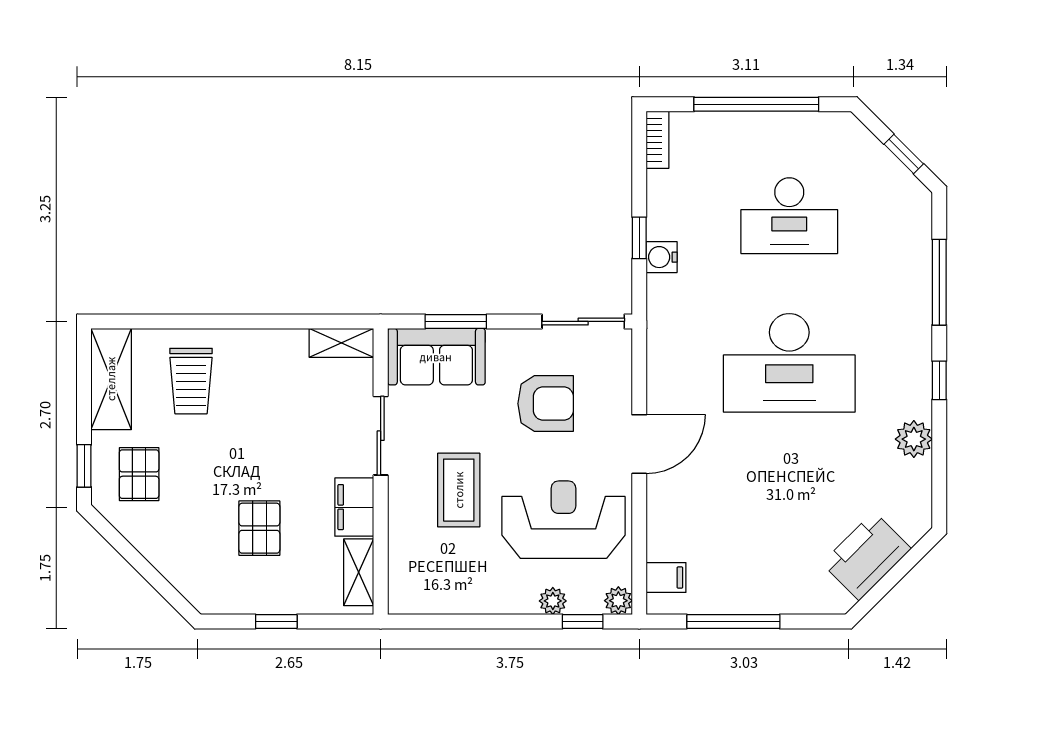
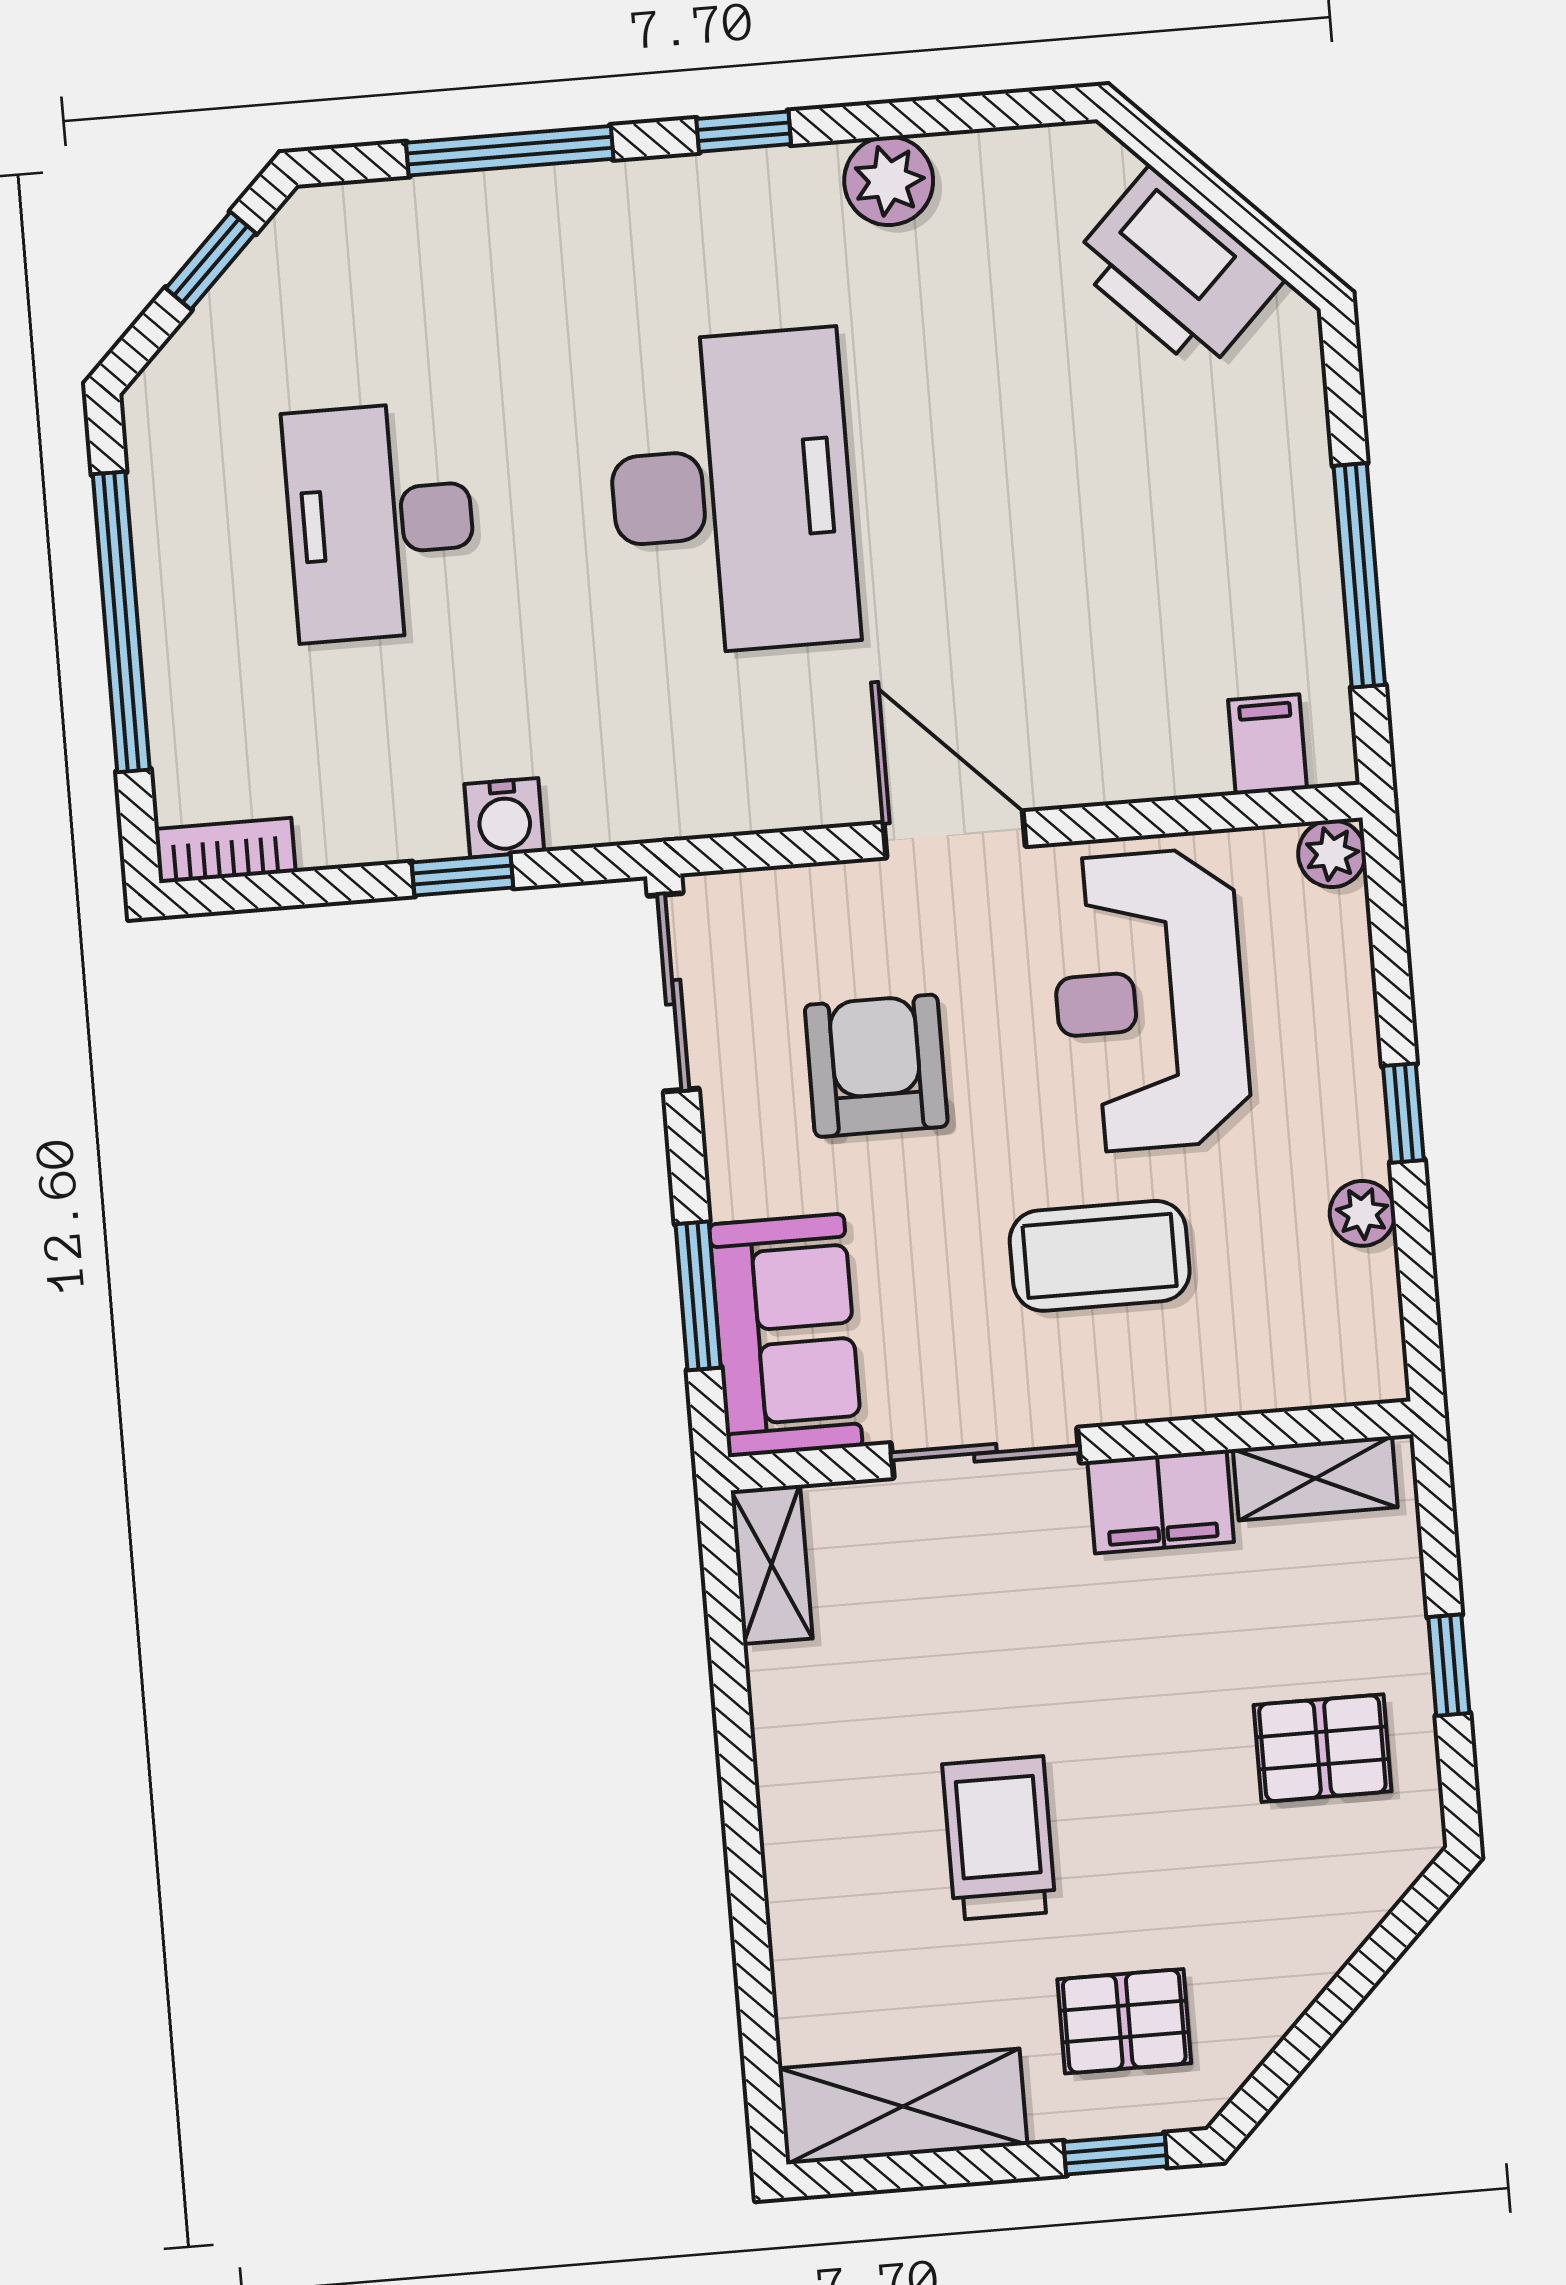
desk: (789, 216) -> (381, 522), turned 180
trolley: (191, 381) -> (999, 1838), moved, turned -90
pallet: (259, 528) -> (1322, 1748), moved
plant: (553, 601) -> (1362, 1213), moved
window: (583, 621) -> (1403, 1113), moved

